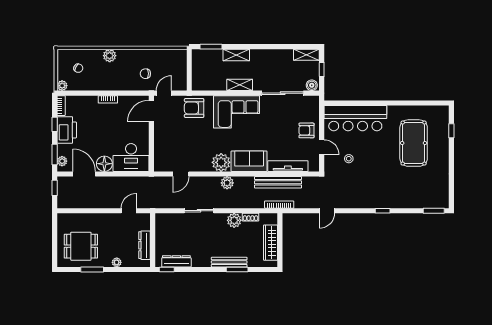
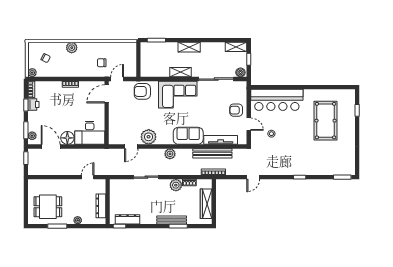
shelving: (236, 55) -> (189, 47), moved
printer: (67, 130) -> (33, 105), width x0.53, depth x0.68
plant: (221, 162) -> (149, 137), moved

